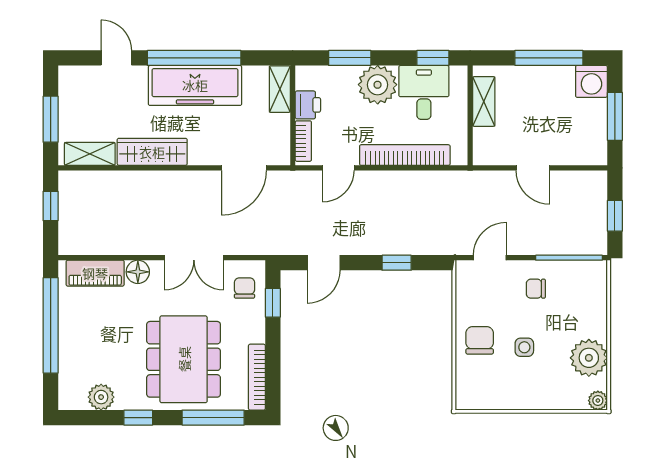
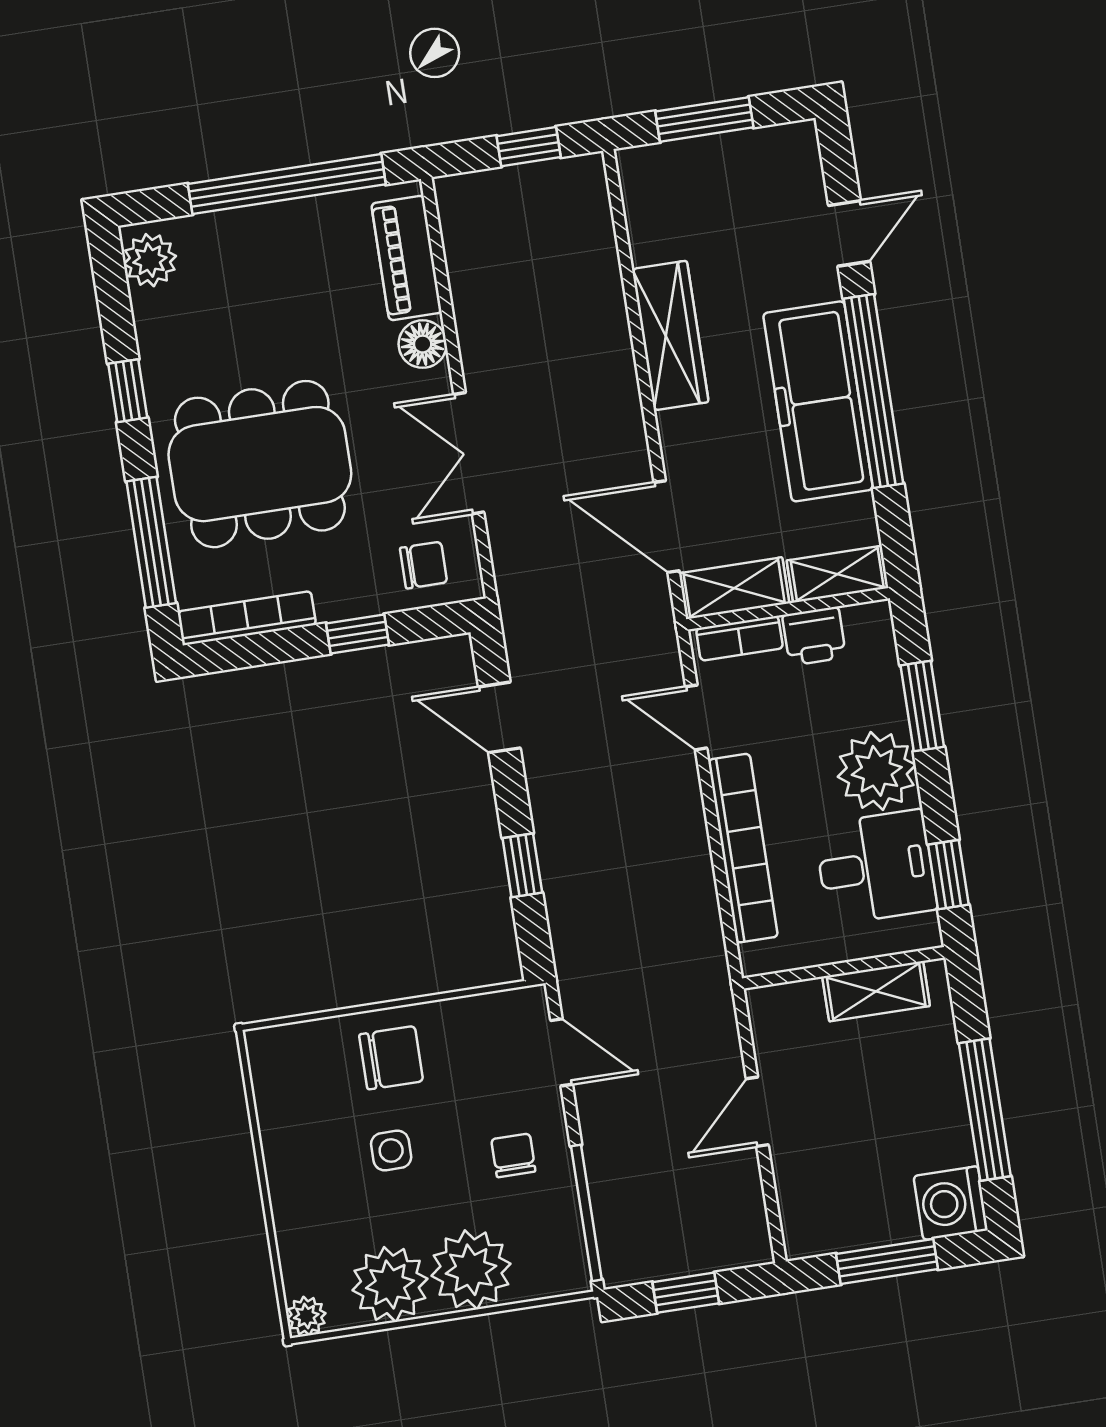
shelving: (90, 154) -> (734, 588), moved, turned 90
window: (273, 303) -> (357, 634), moved
plant: (588, 318) -> (471, 1270), added
plant: (101, 397) -> (150, 260), moved

